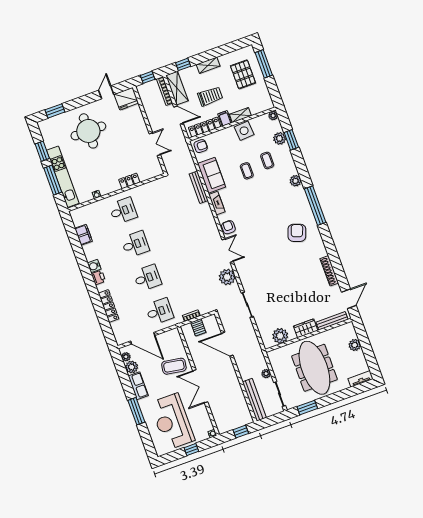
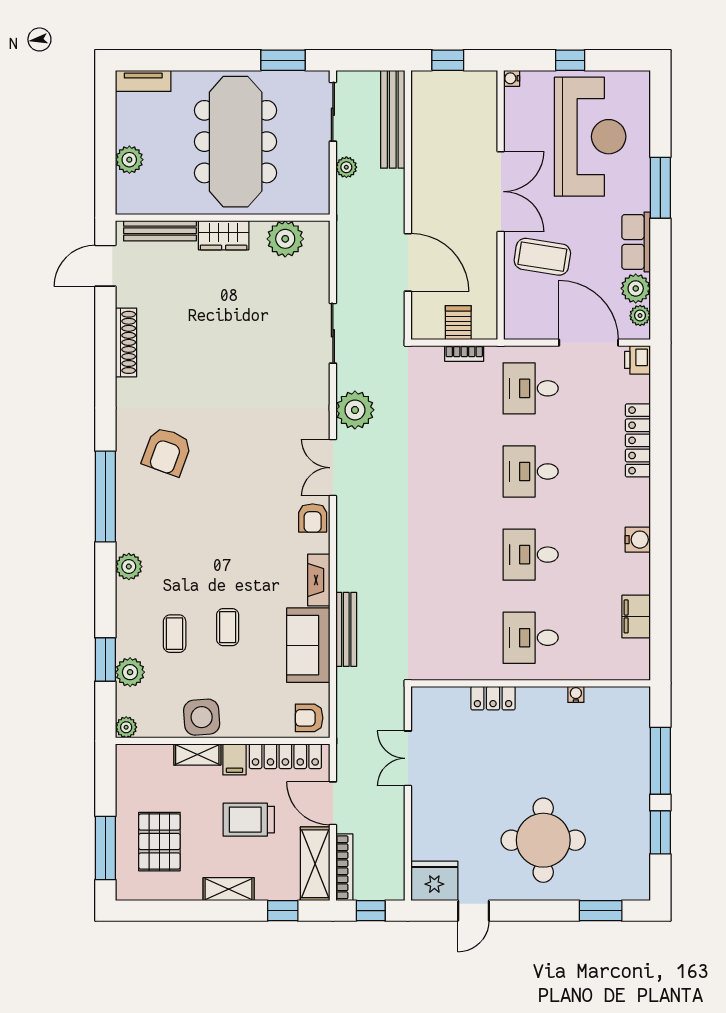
kitchen unit: (63, 177) -> (636, 760), removed
printer: (98, 278) -> (637, 360), moved

